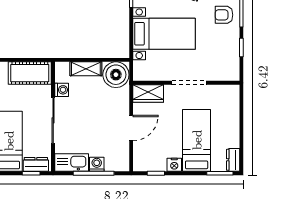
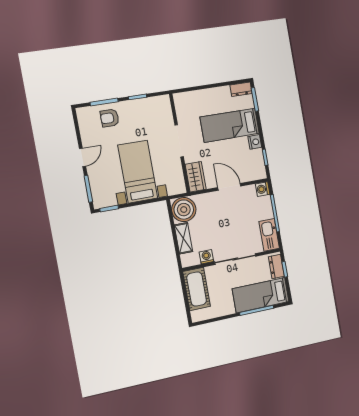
armchair: (224, 15) -> (110, 118), turned 90
washing machine: (97, 164) -> (263, 189), moved

